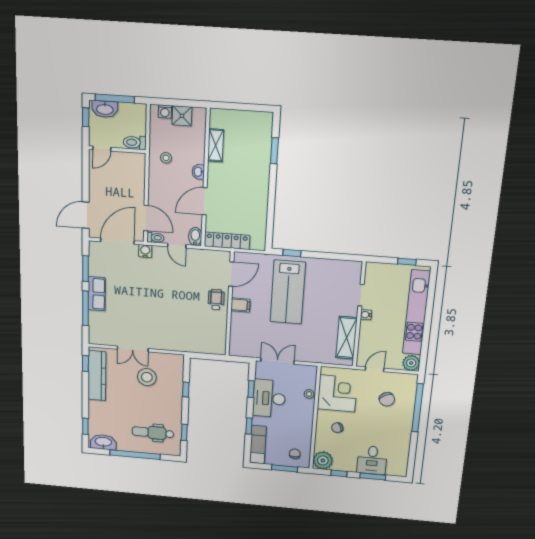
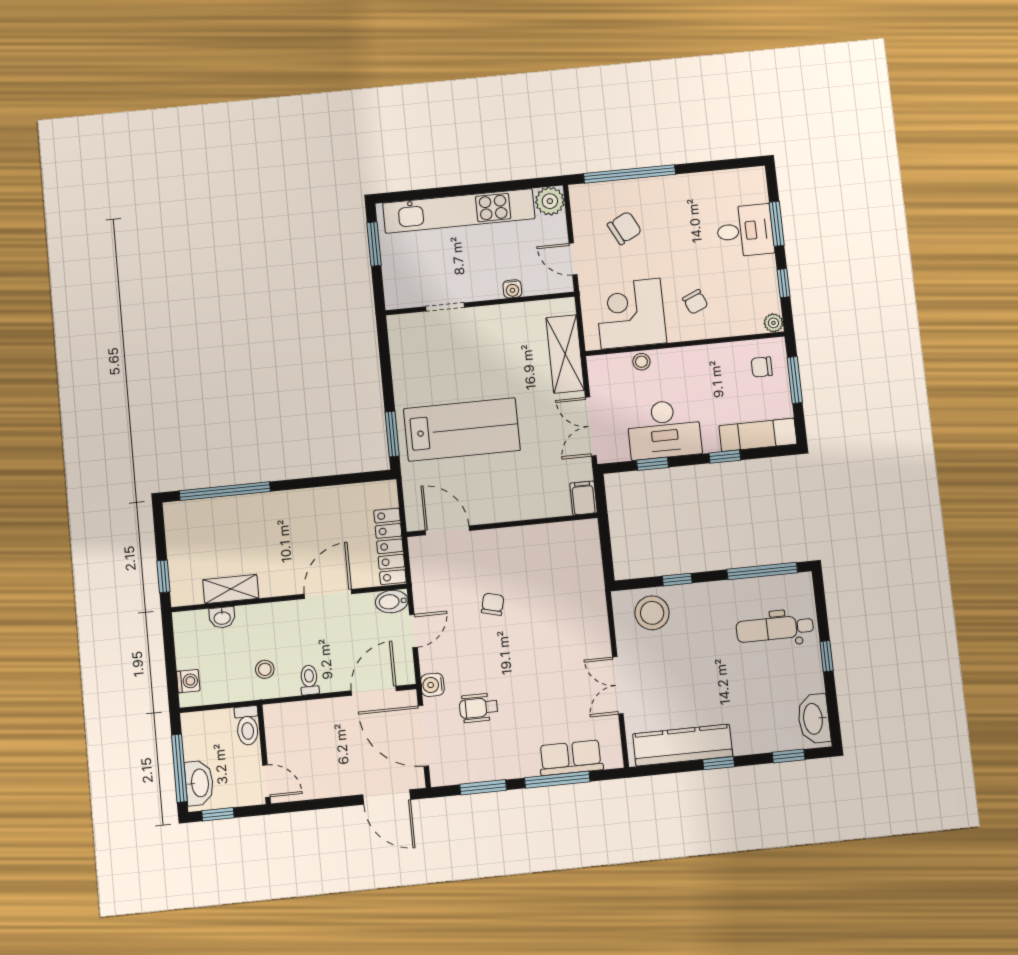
window: (229, 106) -> (163, 576), added
shower: (182, 116) -> (191, 652), removed
window: (274, 151) -> (225, 491), width x2.11
washbasin: (198, 172) -> (222, 617), moved
door: (205, 201) -> (328, 594), swing flipped
toilet: (155, 238) -> (309, 680), moved
window: (292, 253) -> (392, 434), width x1.50
window: (407, 262) -> (374, 244), width x1.50
chair: (186, 291) -> (493, 604), added
row of seats: (97, 294) -> (571, 758), moved
wheelchair: (216, 299) -> (479, 708), moved
filing cabinet: (240, 305) -> (583, 498), moved
water cooler: (366, 315) -> (512, 289), moved
shelving: (347, 338) -> (565, 354), moved, turned 90
double door: (133, 349) -> (618, 685), swing flipped
window: (85, 364) -> (719, 763), moved
stool: (147, 377) -> (652, 613), moved
window: (184, 432) -> (762, 571), width x2.17
dental chair: (153, 433) -> (775, 629), turned 90
window: (135, 455) -> (827, 656), width x0.32
plant: (323, 460) -> (773, 323), width x0.53, depth x0.53

